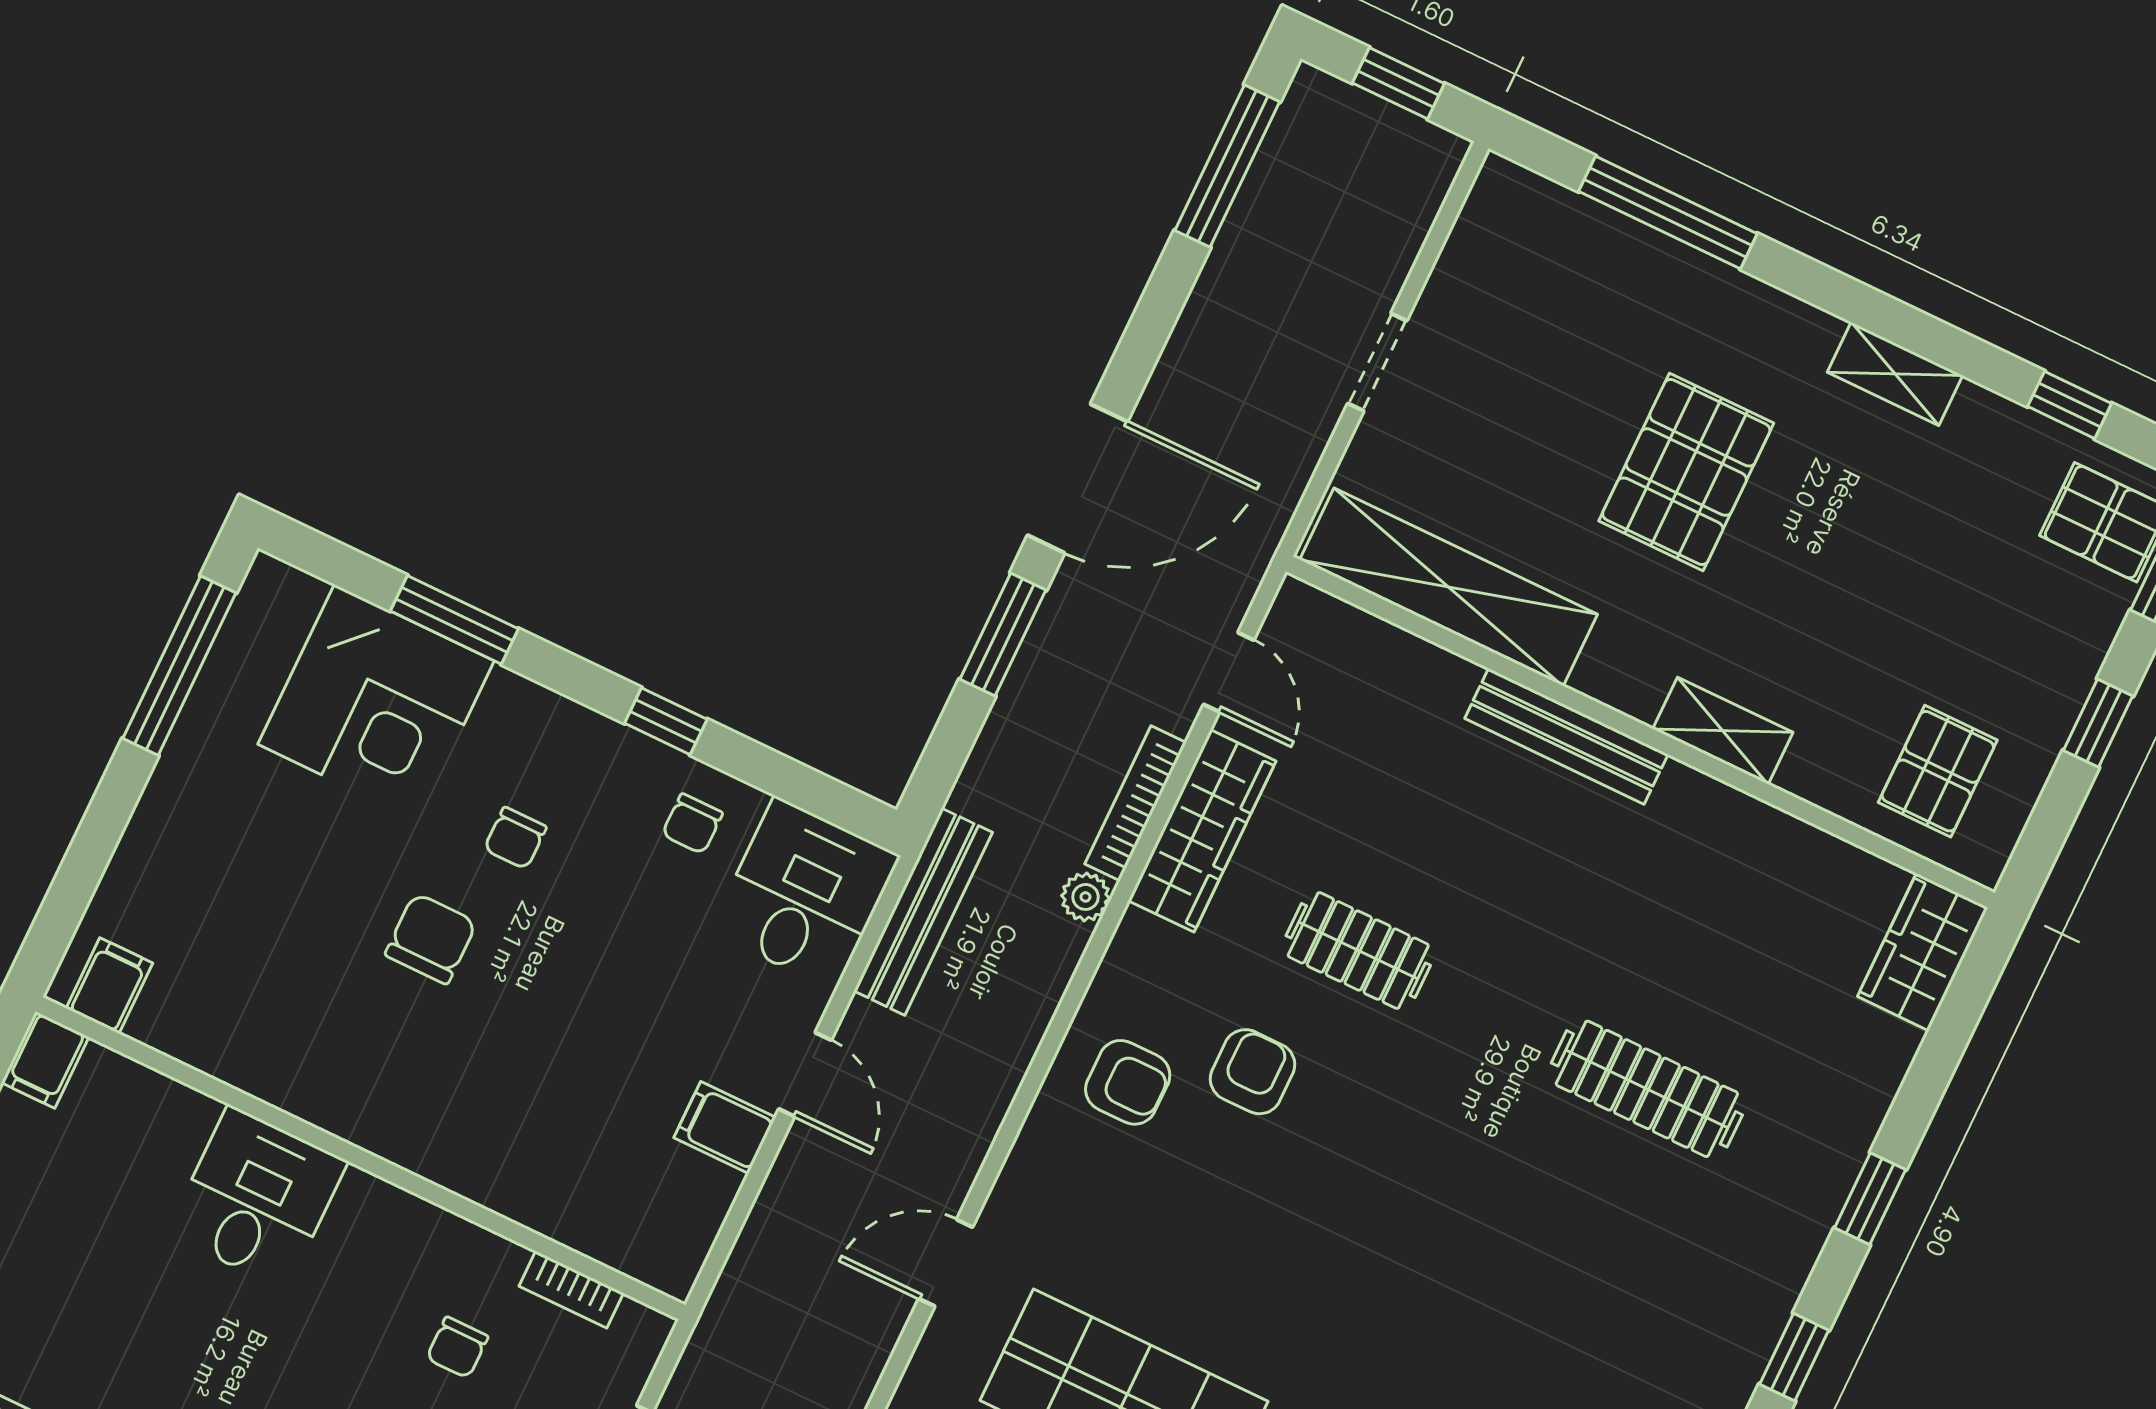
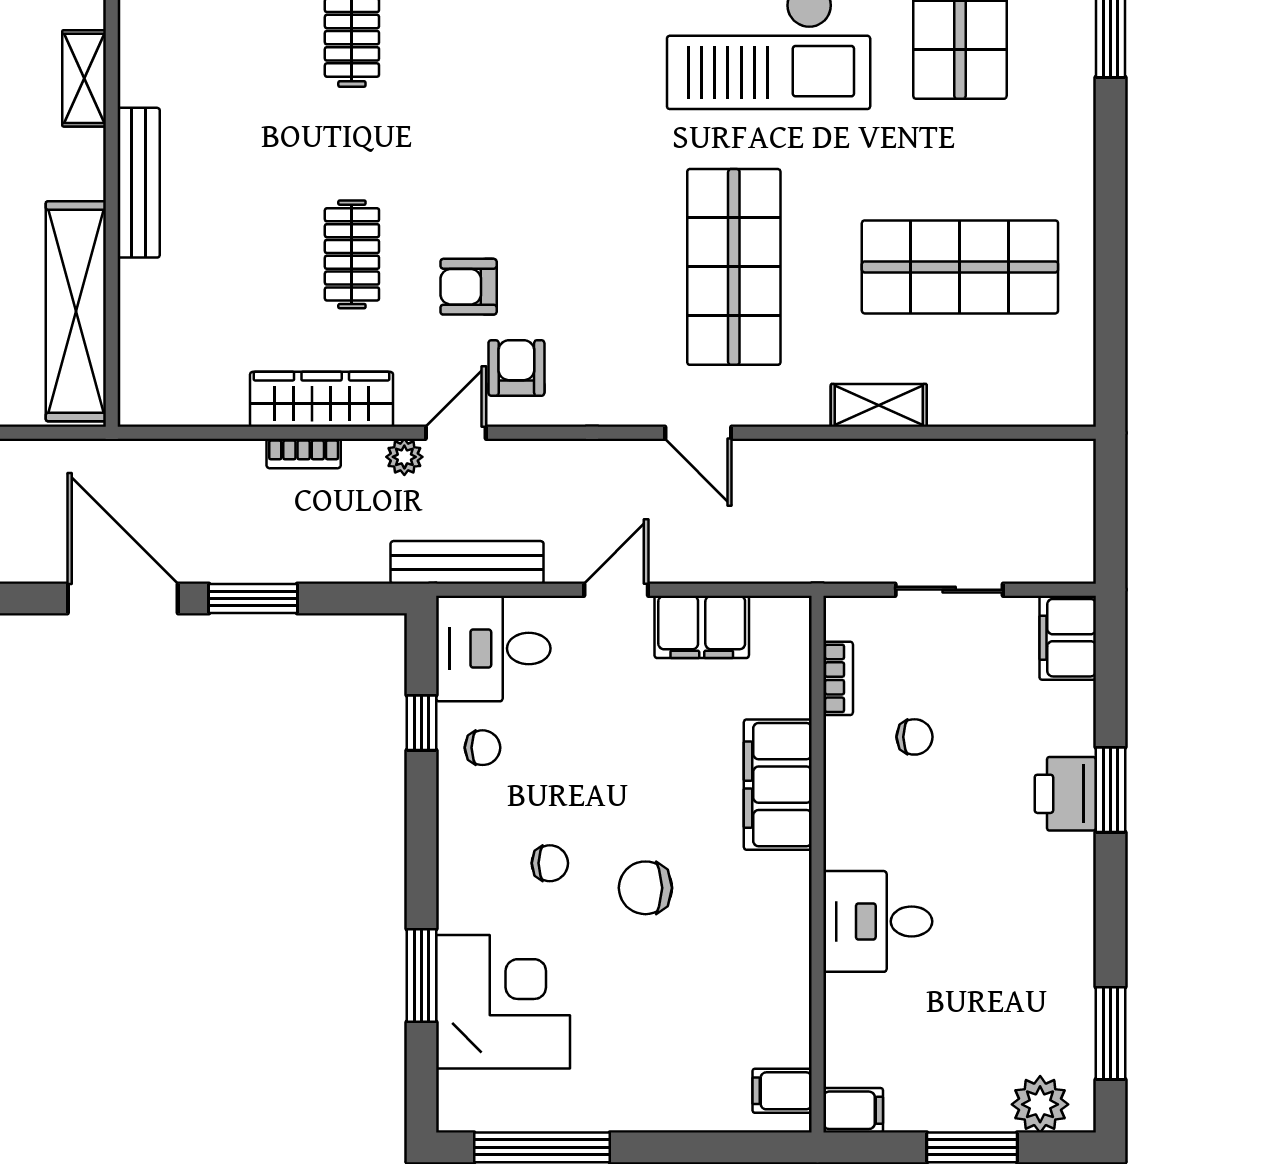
door: (1229, 672) -> (456, 433), moved
window: (666, 721) -> (422, 723), moved
bookcase: (1135, 803) -> (304, 453), width x0.64
filing cabinet: (725, 1128) -> (702, 627), width x2.00
filing cabinet: (479, 1156) -> (778, 785), added

